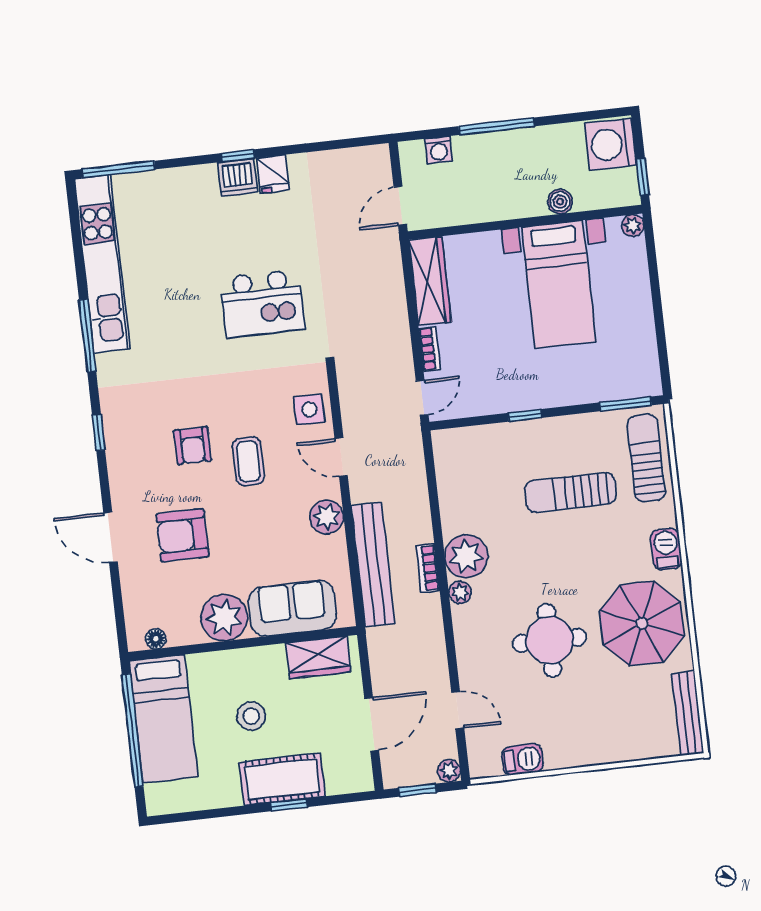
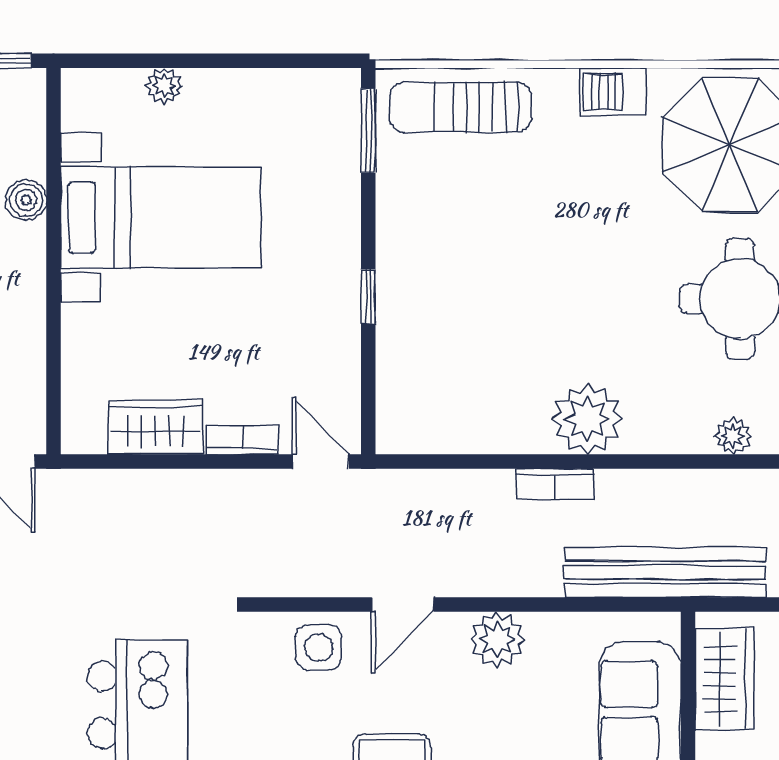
plant: (633, 225) -> (164, 86), moved
wardrobe: (430, 281) -> (155, 427), width x0.67
sun lounger: (570, 492) -> (503, 237), removed
bench: (373, 565) -> (665, 572), moved
bookcase: (428, 568) -> (555, 484), moved
plant: (460, 592) -> (733, 436), moved

